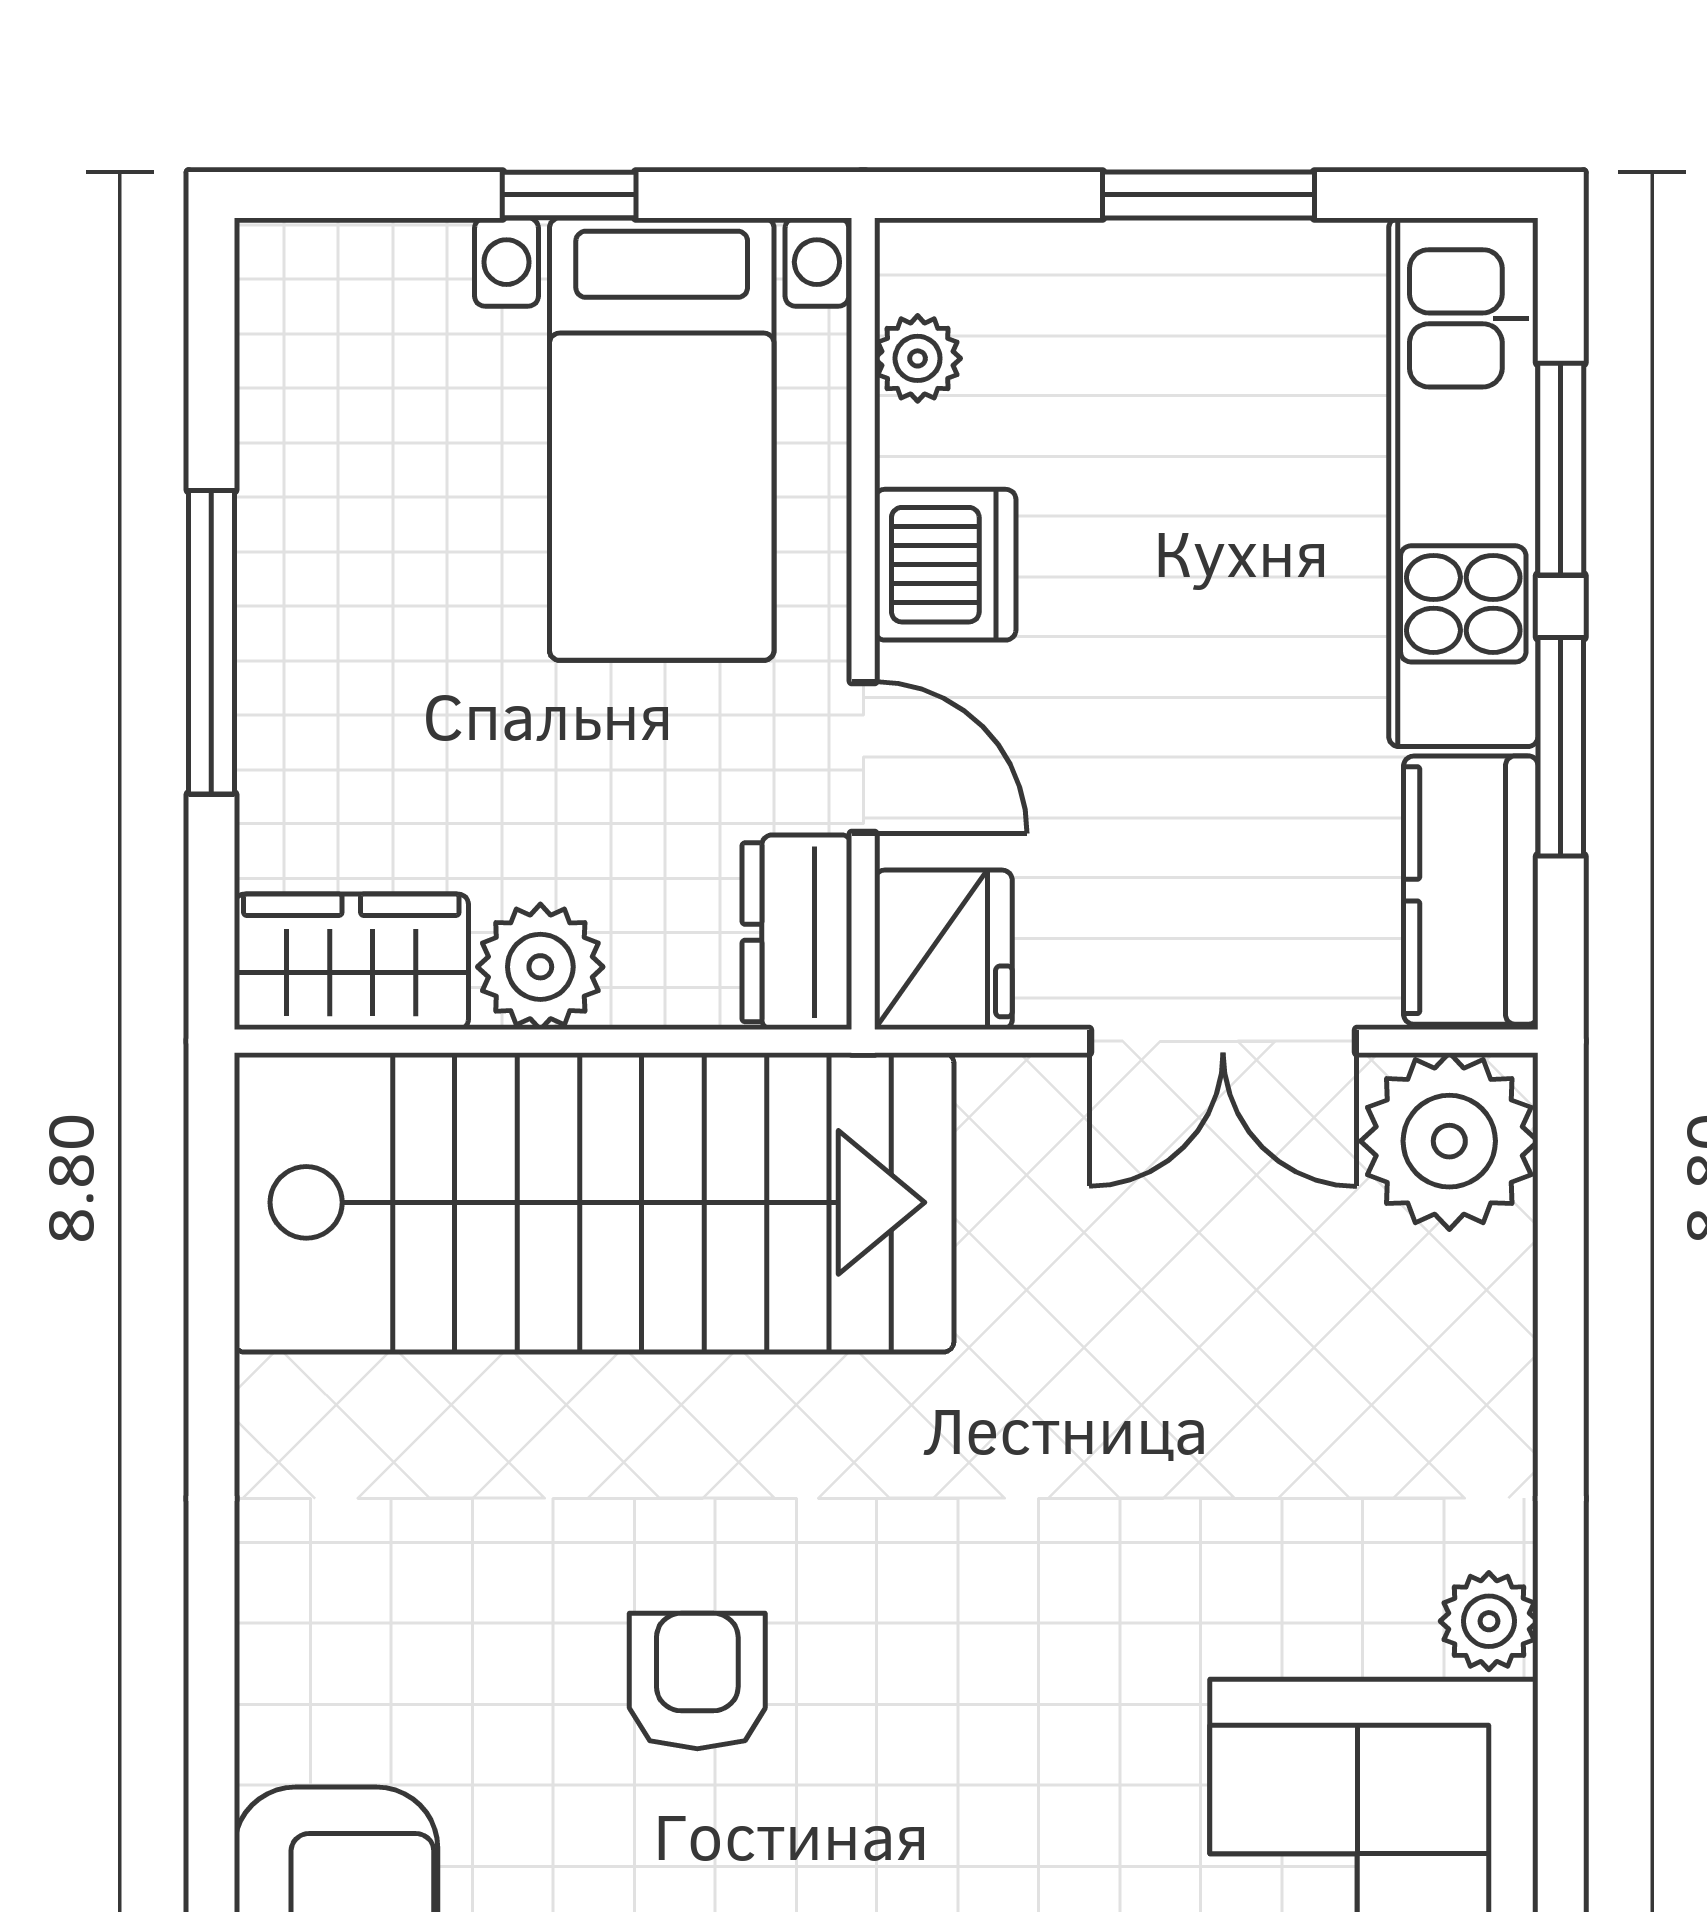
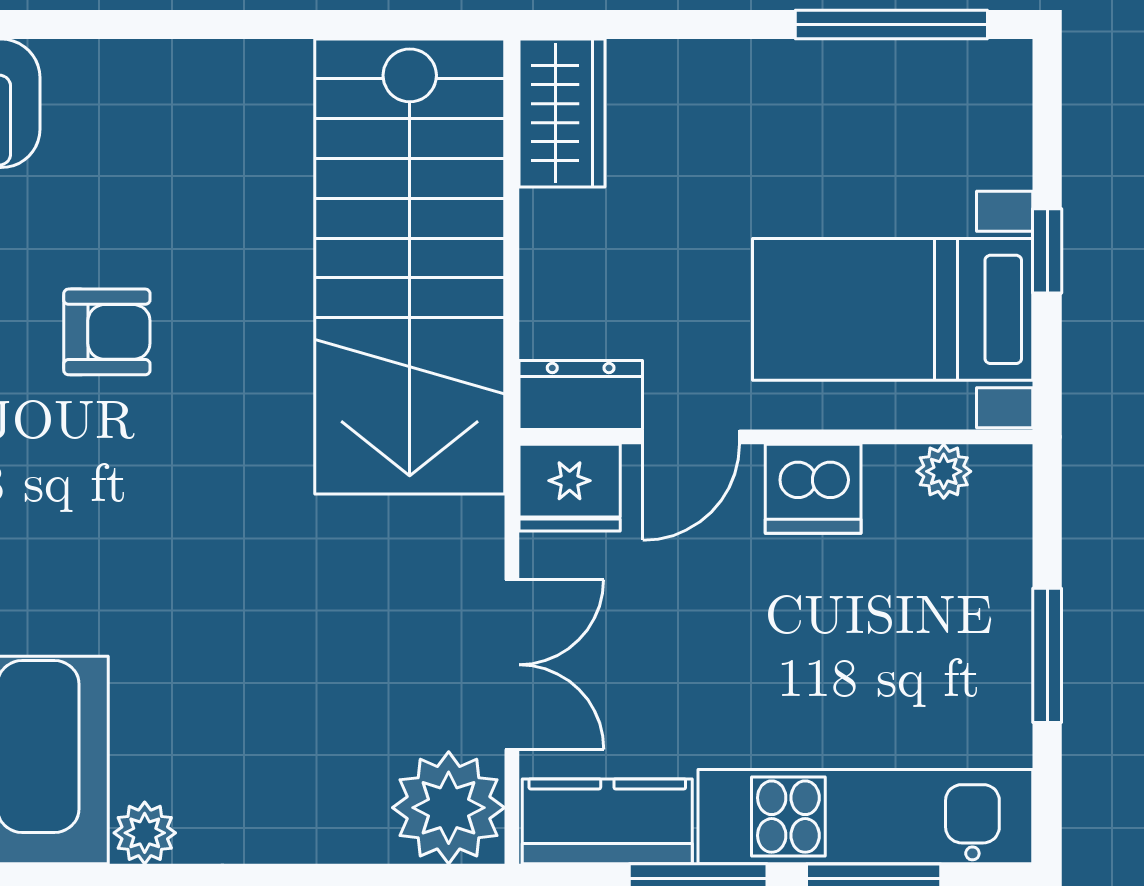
window: (211, 642) -> (891, 25), moved
plant: (540, 967) -> (559, 233), removed
double door: (1223, 1041) -> (512, 665), swing flipped

